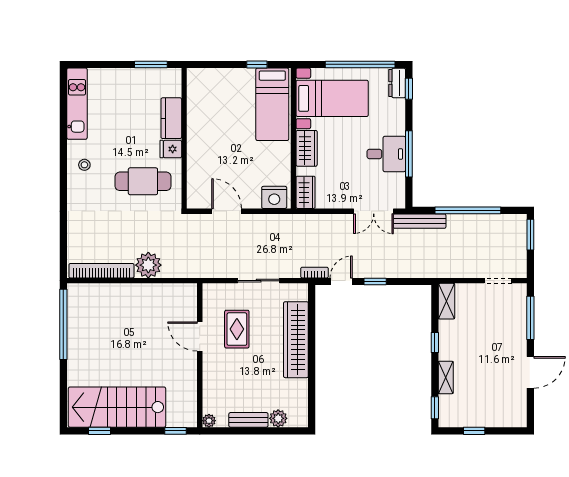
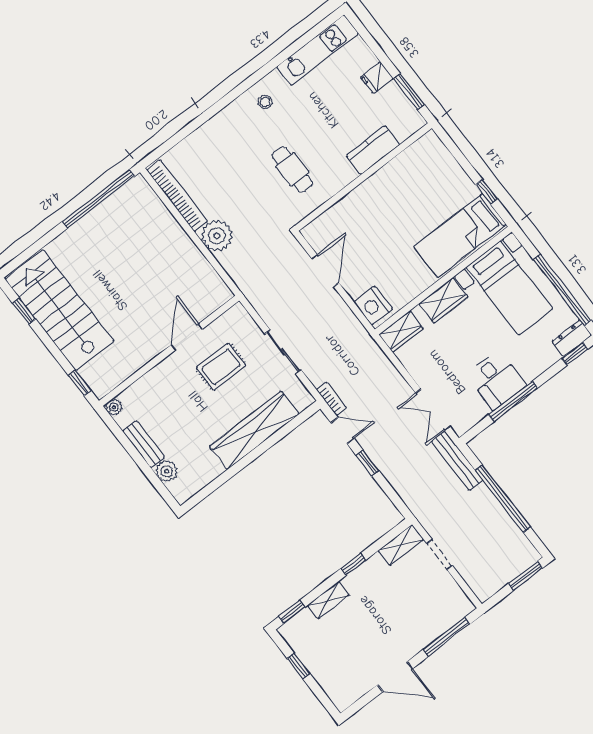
fridge: (171, 149) -> (377, 78), moved, turned -90
cafe table: (143, 181) -> (292, 169), width x0.73, depth x0.74
doorway: (498, 281) -> (439, 554), moved

